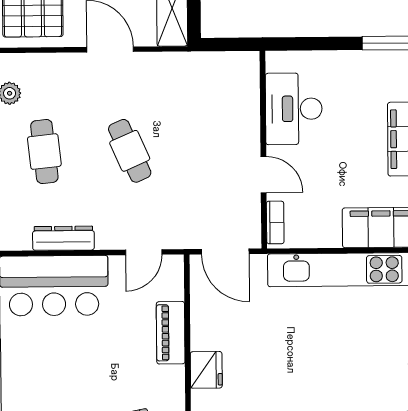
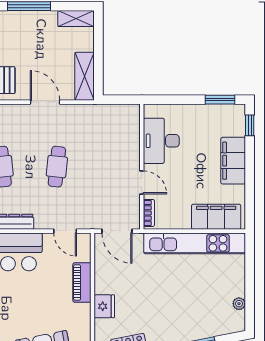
cafe table: (130, 151) -> (57, 167), turned 30
door: (144, 252) -> (65, 231), hinge flipped

